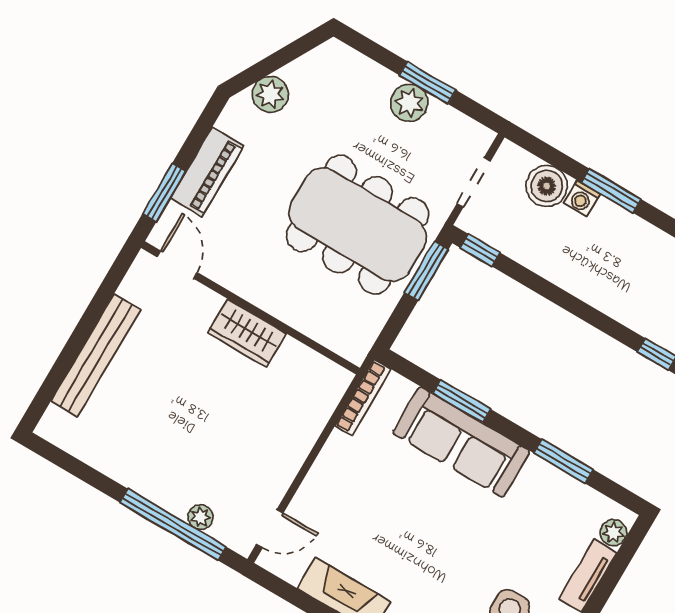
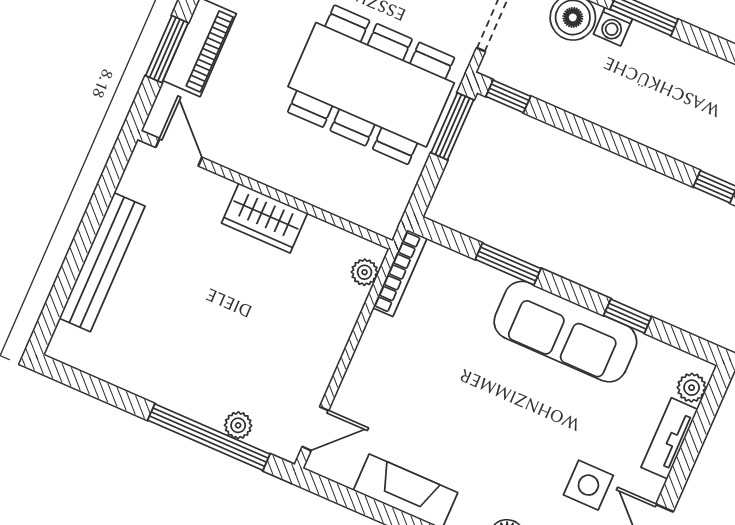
window: (164, 193) -> (167, 49), moved
plant: (331, 393) -> (365, 272), added
sofa: (461, 442) -> (565, 332), moved
window: (563, 461) -> (628, 316), width x0.67

